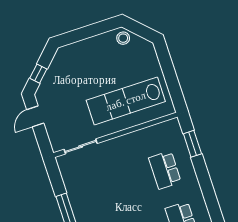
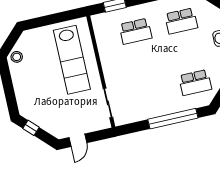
window: (38, 74) -> (31, 128), moved
door: (35, 116) -> (78, 140), hinge flipped

